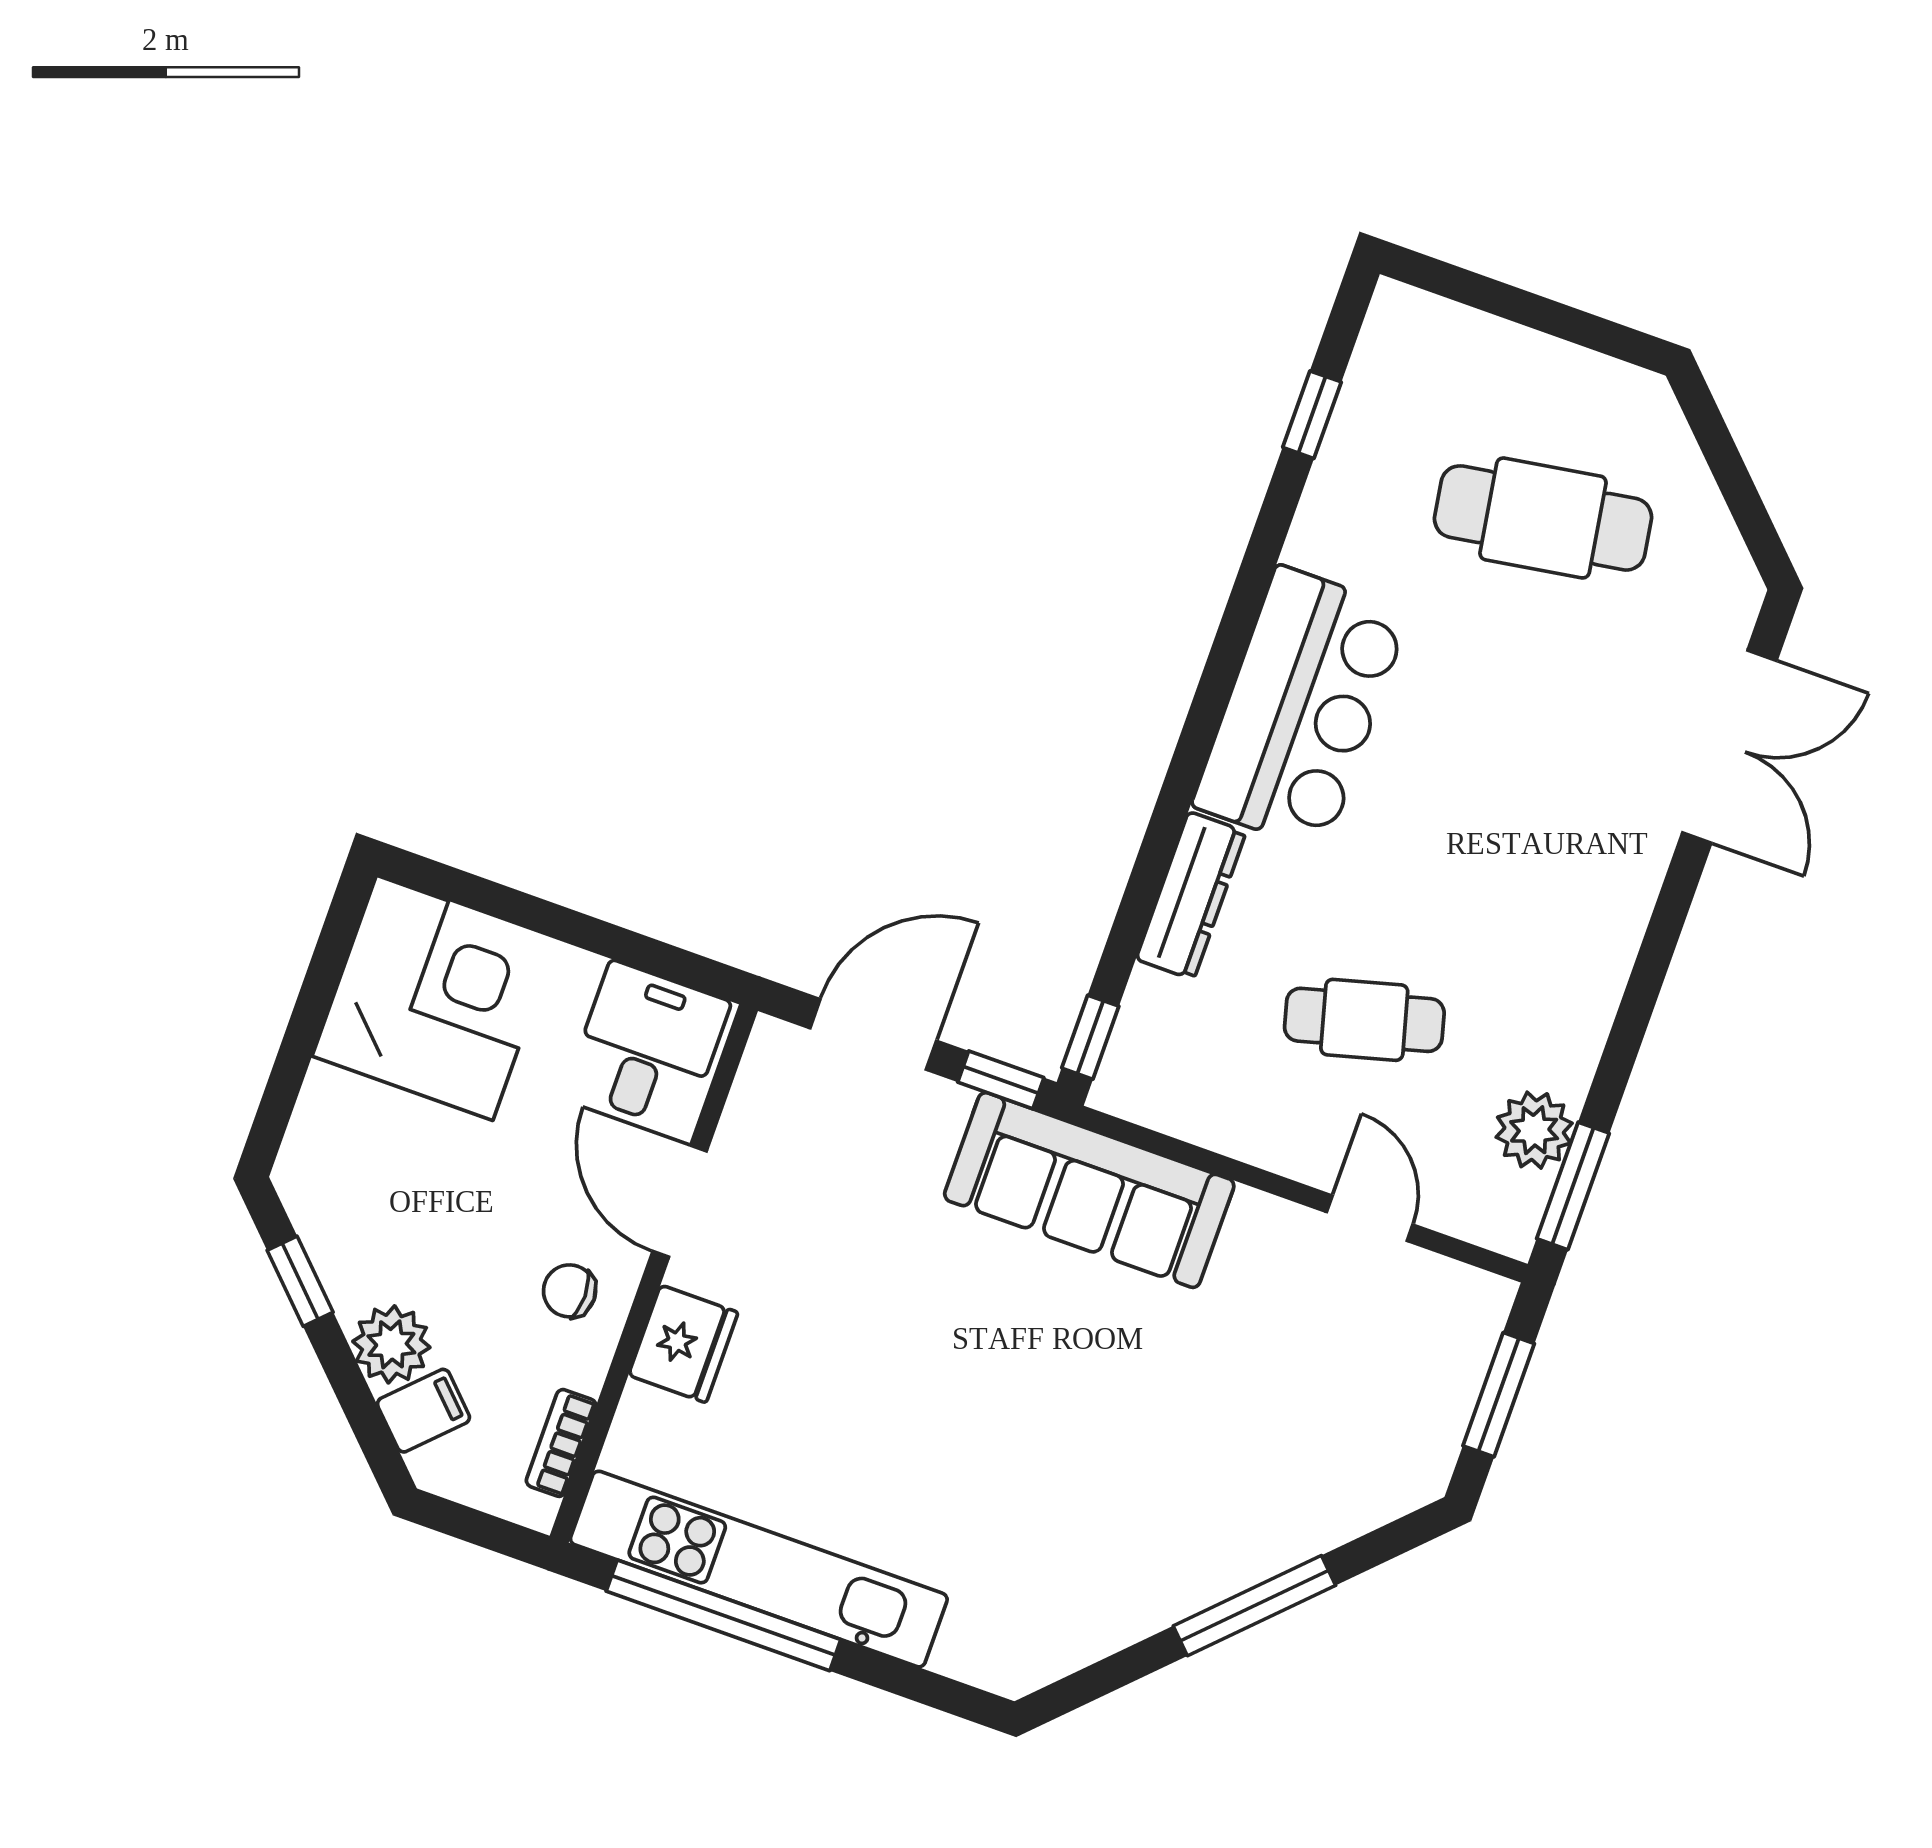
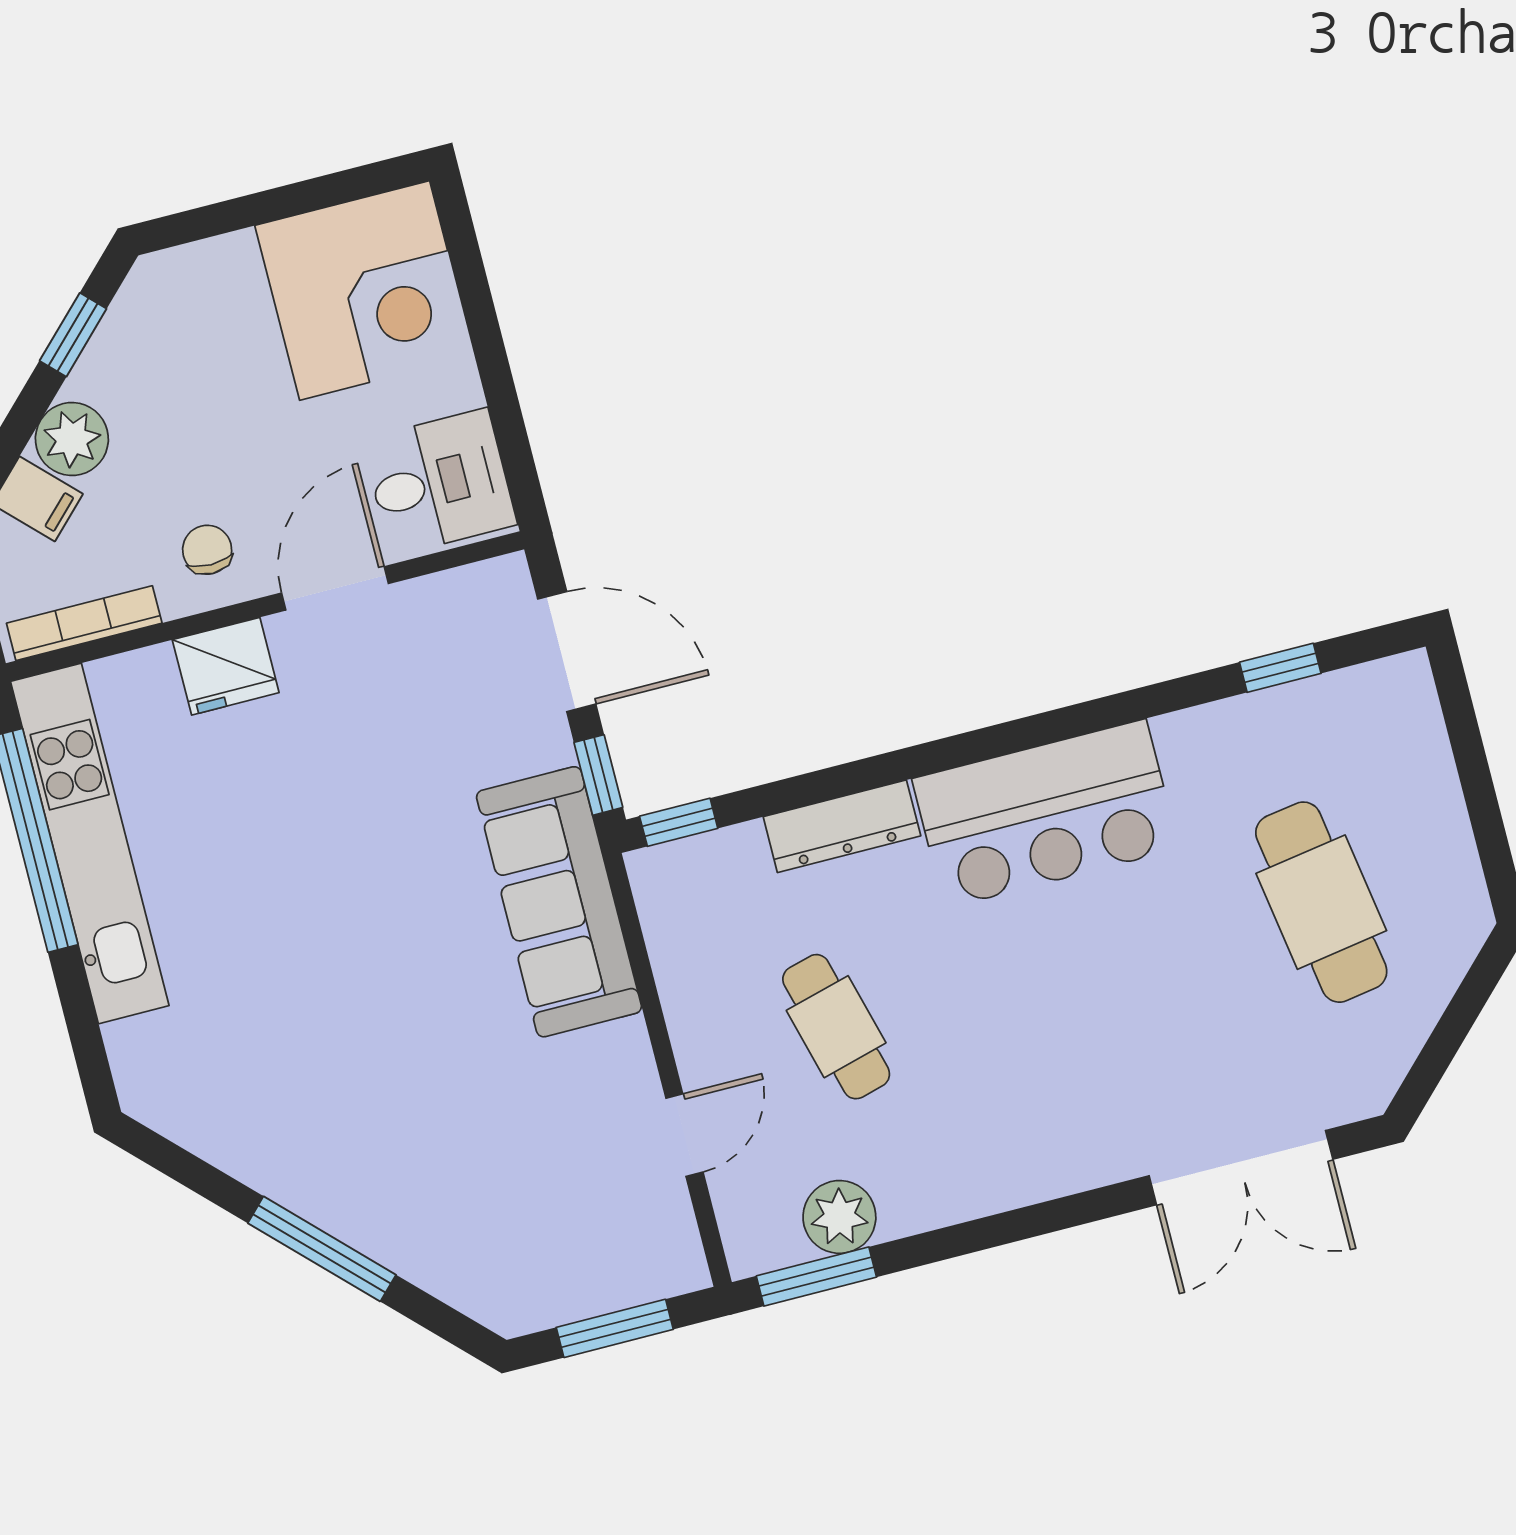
bookcase: (561, 1443) -> (84, 623), width x1.56

